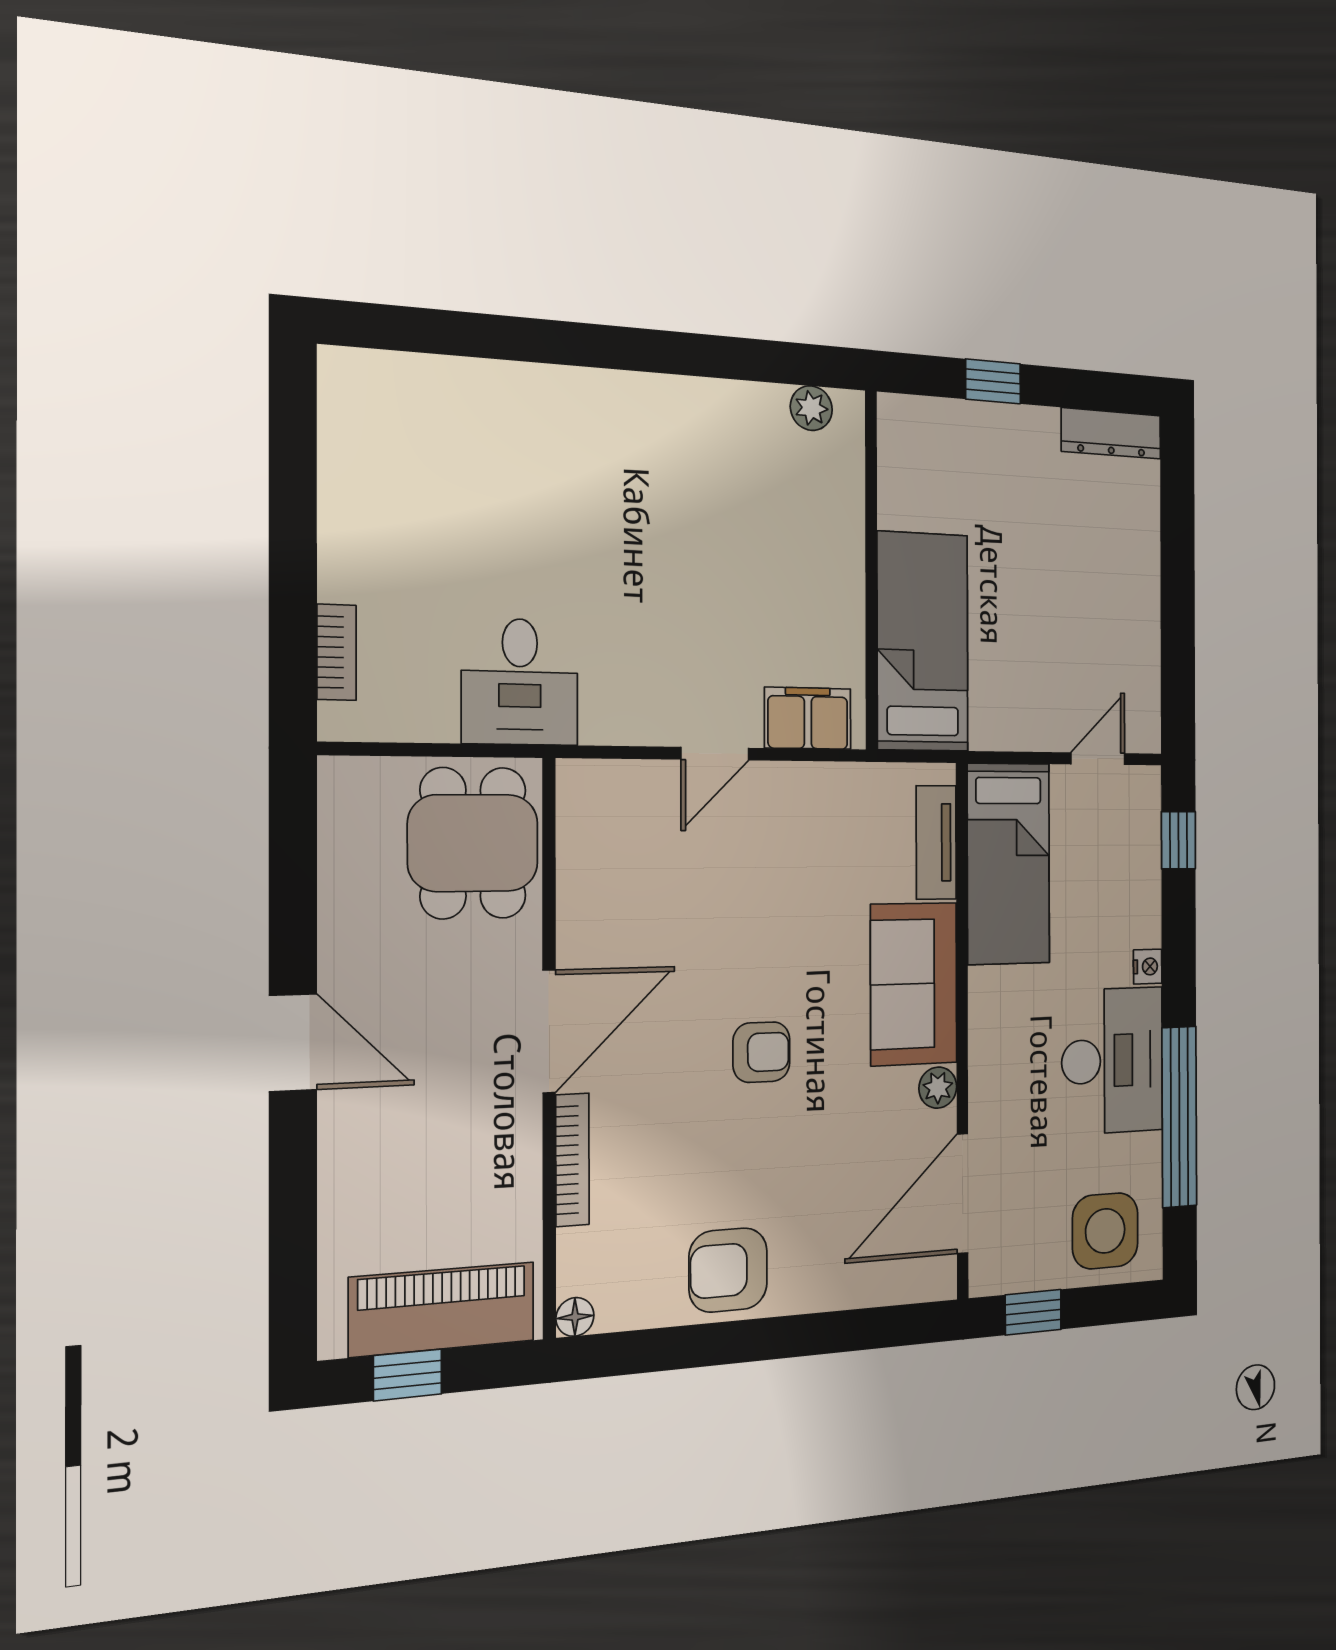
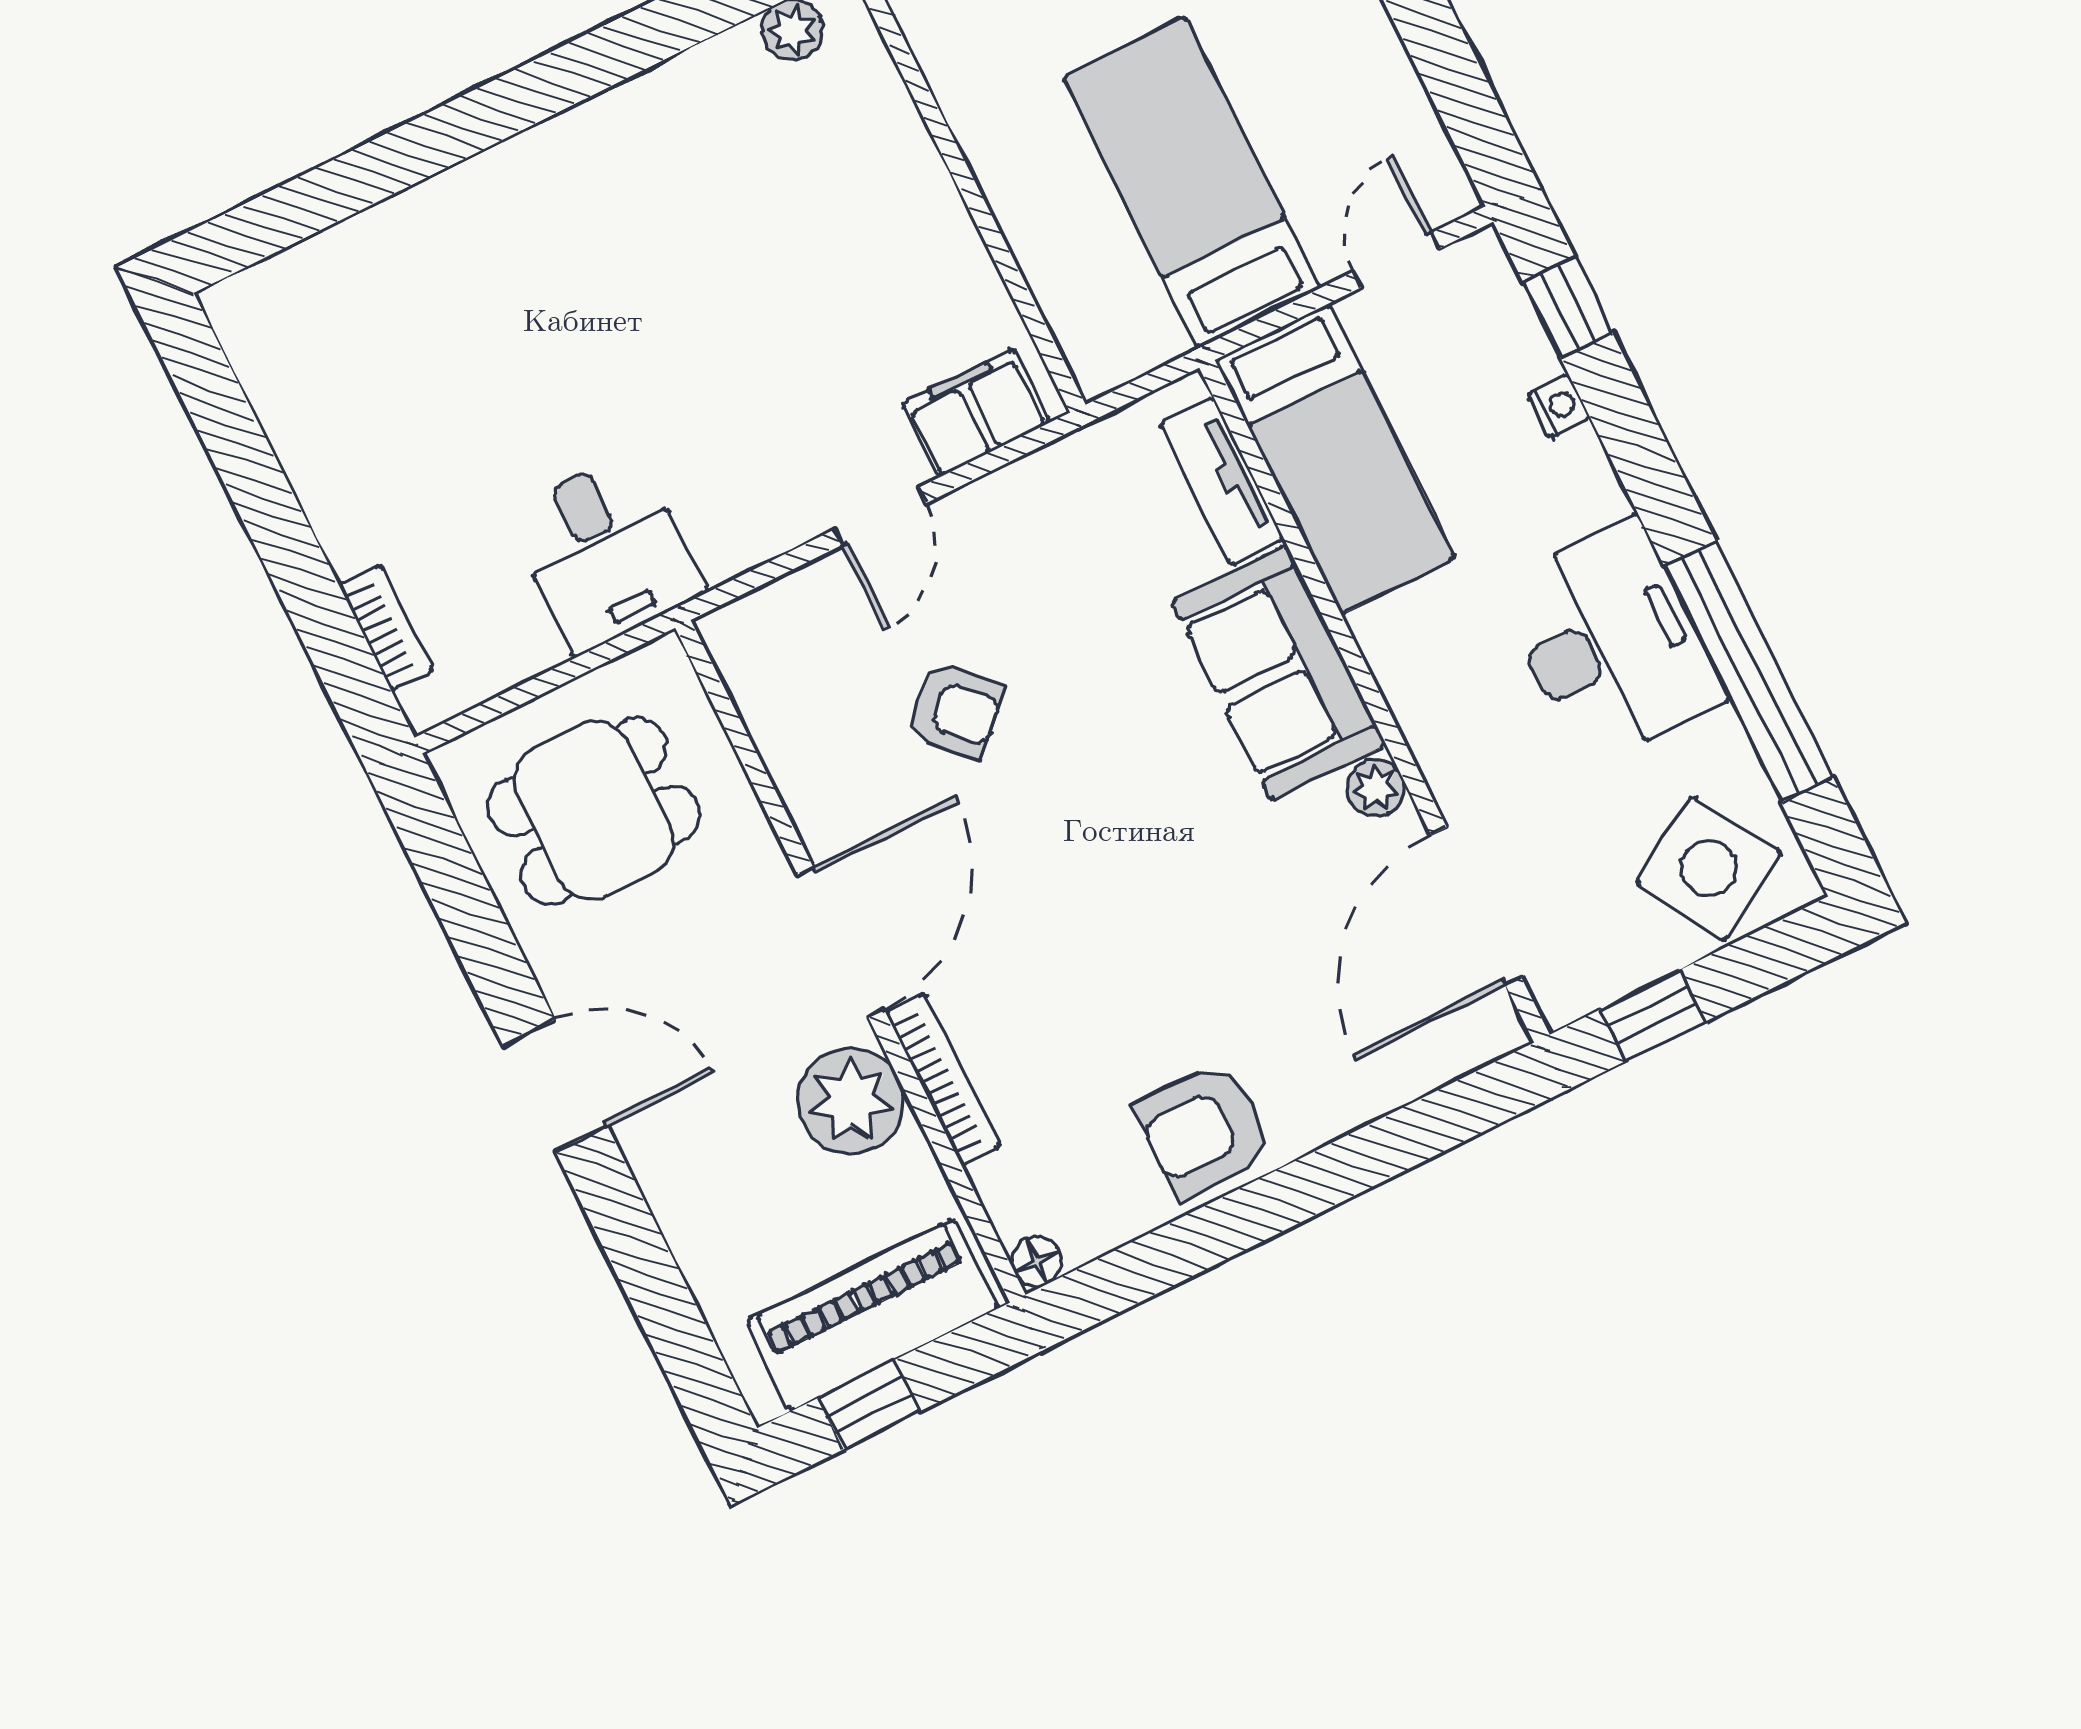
bed: (923, 642) -> (1192, 183), moved
dining table: (473, 843) -> (594, 811), moved, turned 90
nightstand: (1148, 967) -> (1559, 406), moved
armchair: (761, 1052) -> (955, 711), moved, turned 44
plant: (502, 1147) -> (851, 1101), added
side table: (1105, 1231) -> (1709, 868), turned -31

